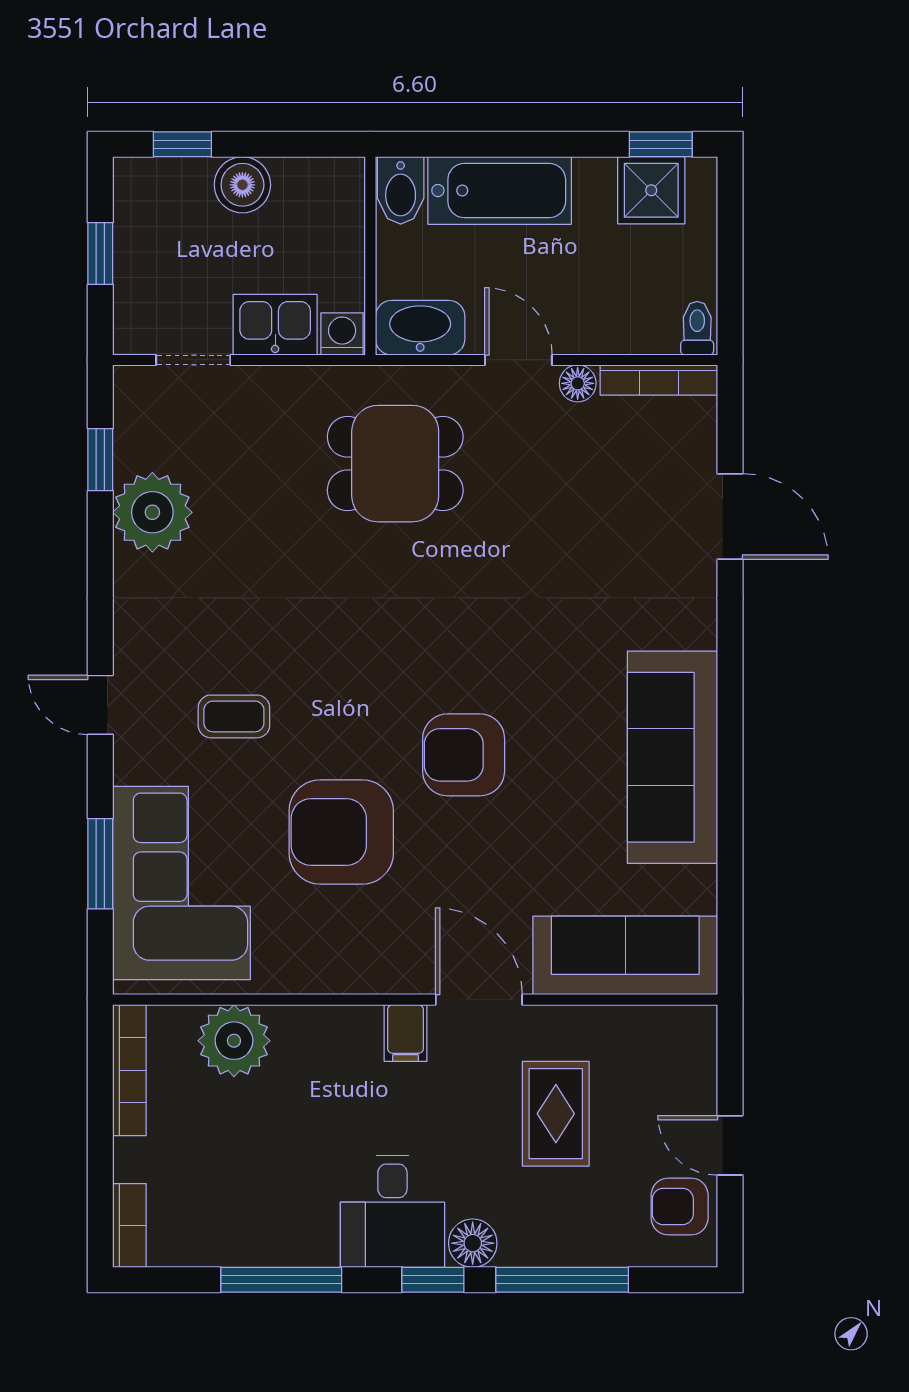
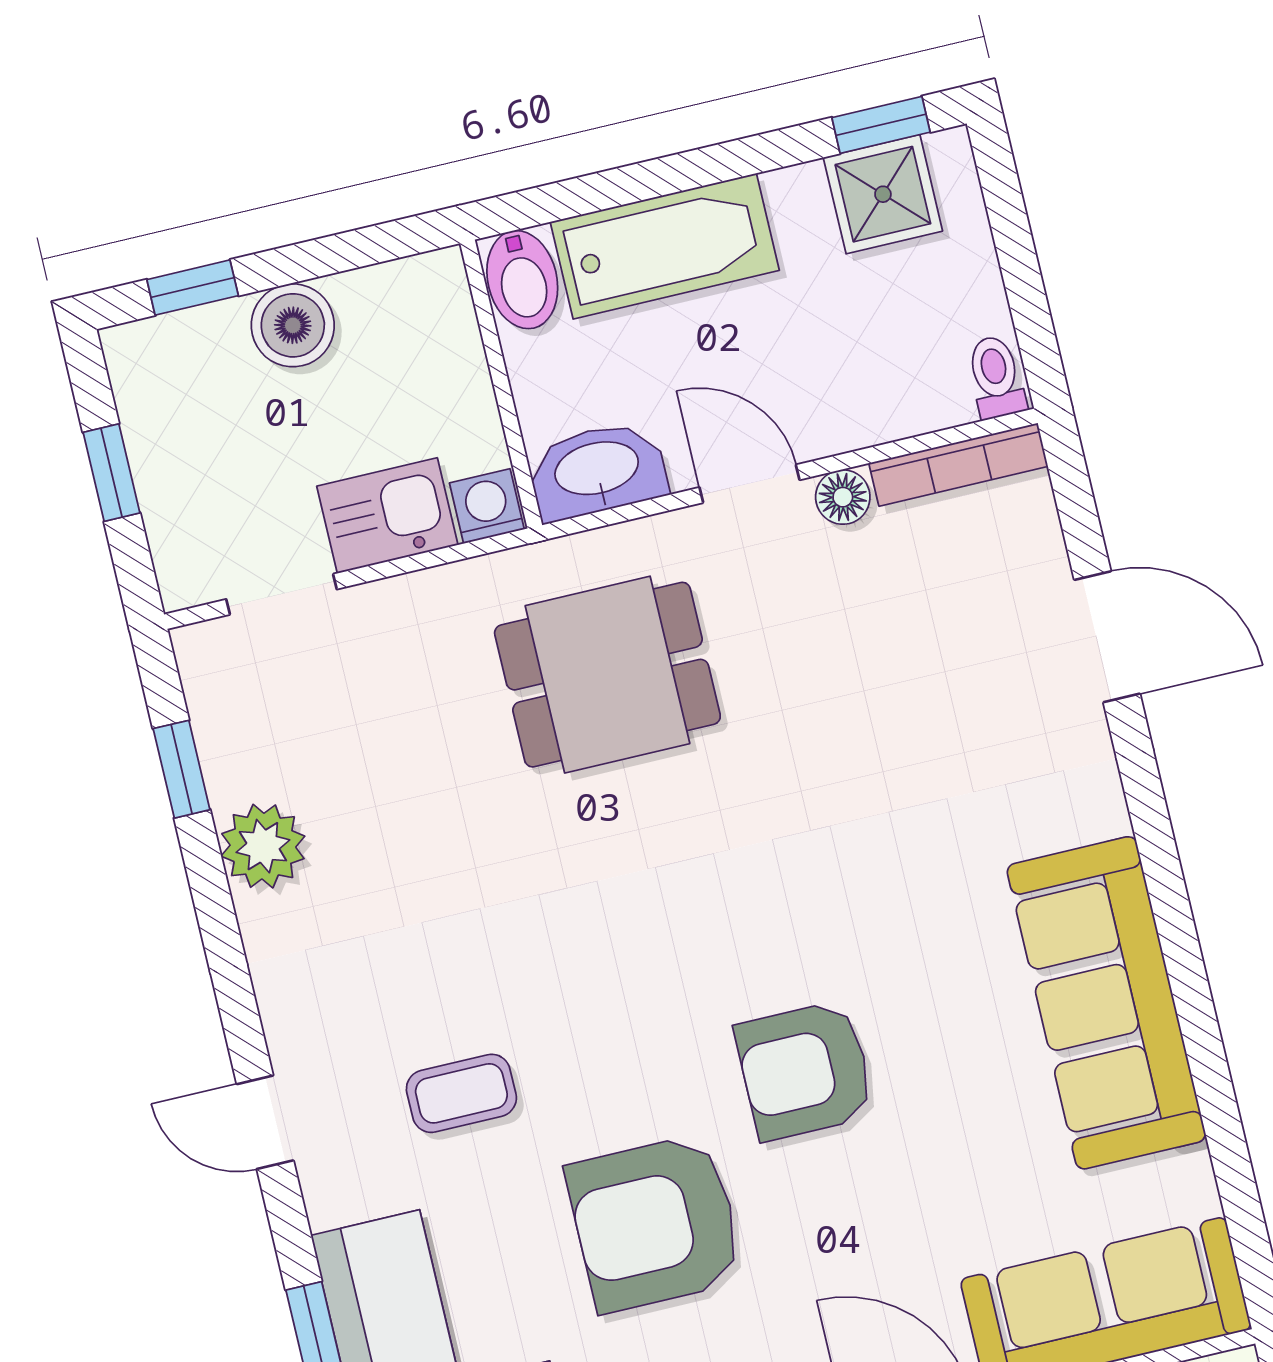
plant: (152, 512) -> (263, 846), width x0.73, depth x0.73

